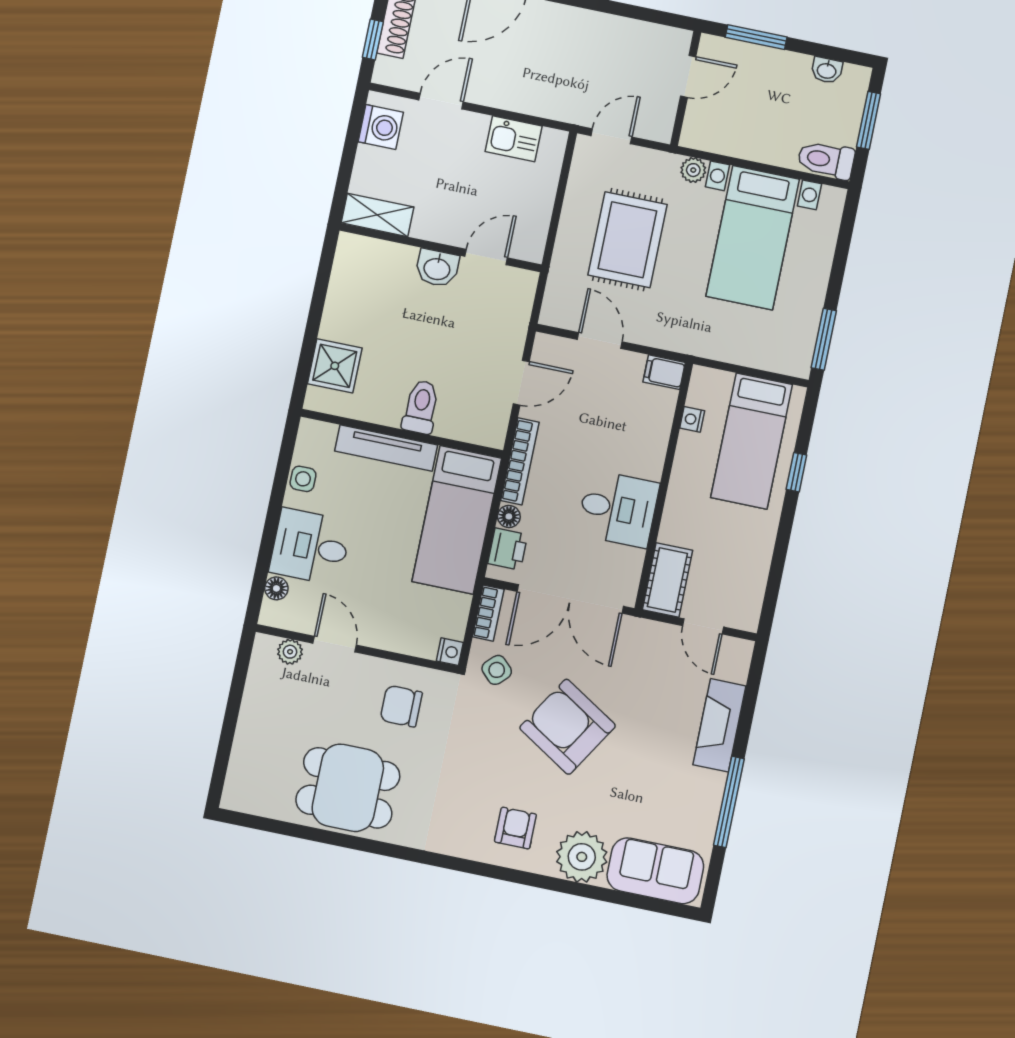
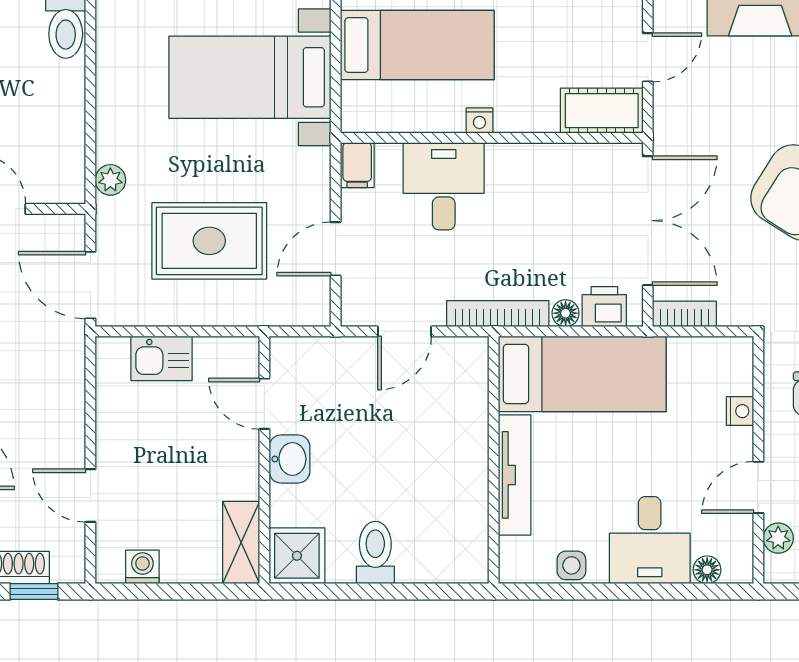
washing machine: (381, 127) -> (142, 567), width x0.73, depth x0.73
door: (611, 136) -> (90, 285), width x1.38
kitchen sink: (514, 139) -> (162, 358), moved, turned 90
bed with nightstands: (753, 238) -> (250, 77), moved, turned 180
shower: (335, 366) -> (297, 556), moved
door: (521, 383) -> (405, 331), swing flipped
toilet: (421, 407) -> (375, 552), moved, turned 90
nightstand: (692, 419) -> (479, 120), moved
desk: (618, 509) -> (444, 186), moved
nightstand: (450, 652) -> (740, 411), moved, turned 90
side table: (497, 670) -> (749, 290), removed

